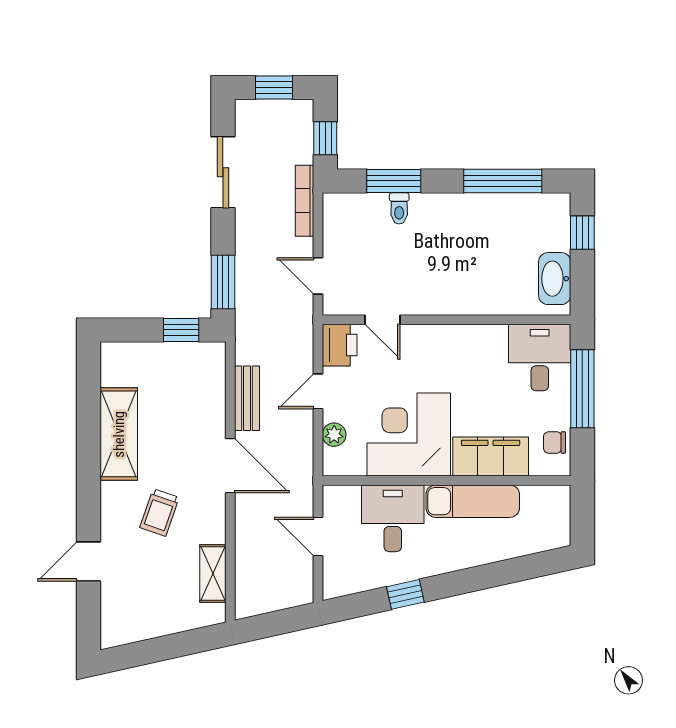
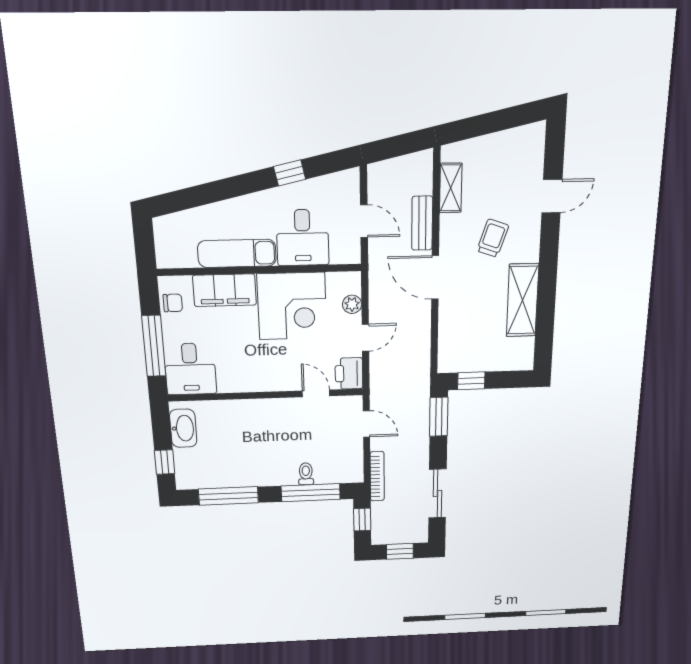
window: (394, 181) -> (311, 493), width x1.44
bench: (247, 398) -> (422, 223), moved

